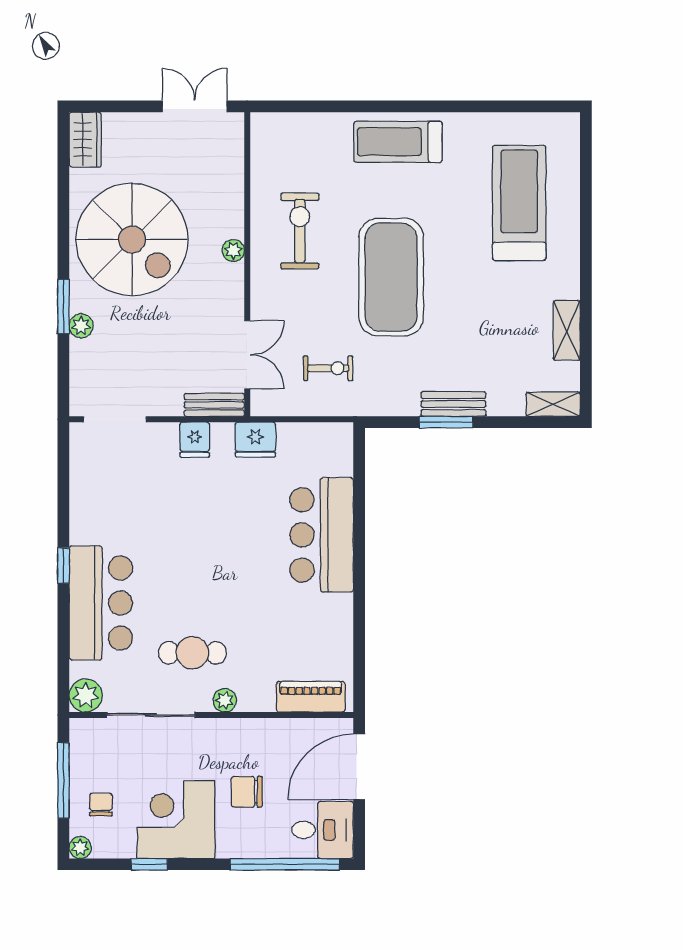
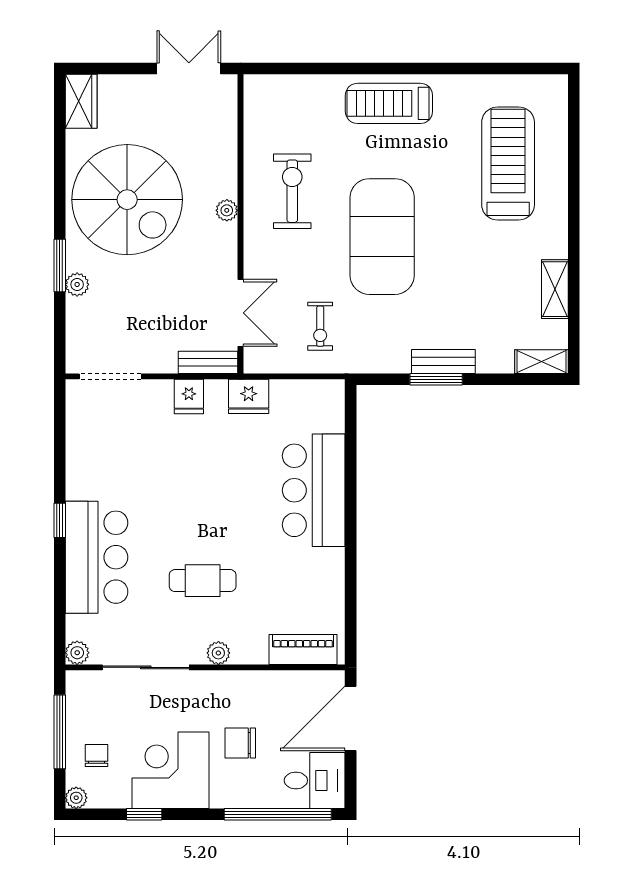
exercise bike: (328, 368) -> (320, 326), turned 90
cafe table: (192, 653) -> (203, 581), moved
plant: (86, 695) -> (77, 653), width x0.73, depth x0.73

